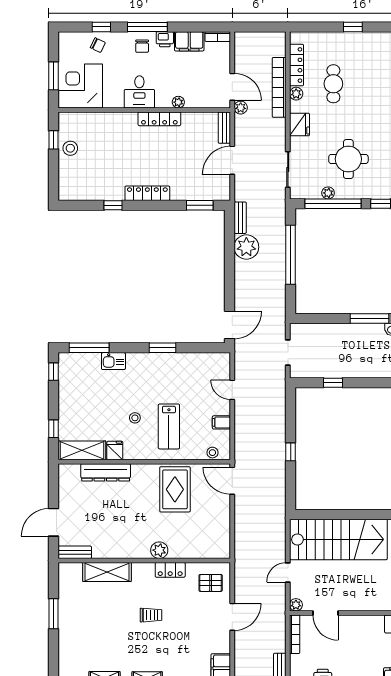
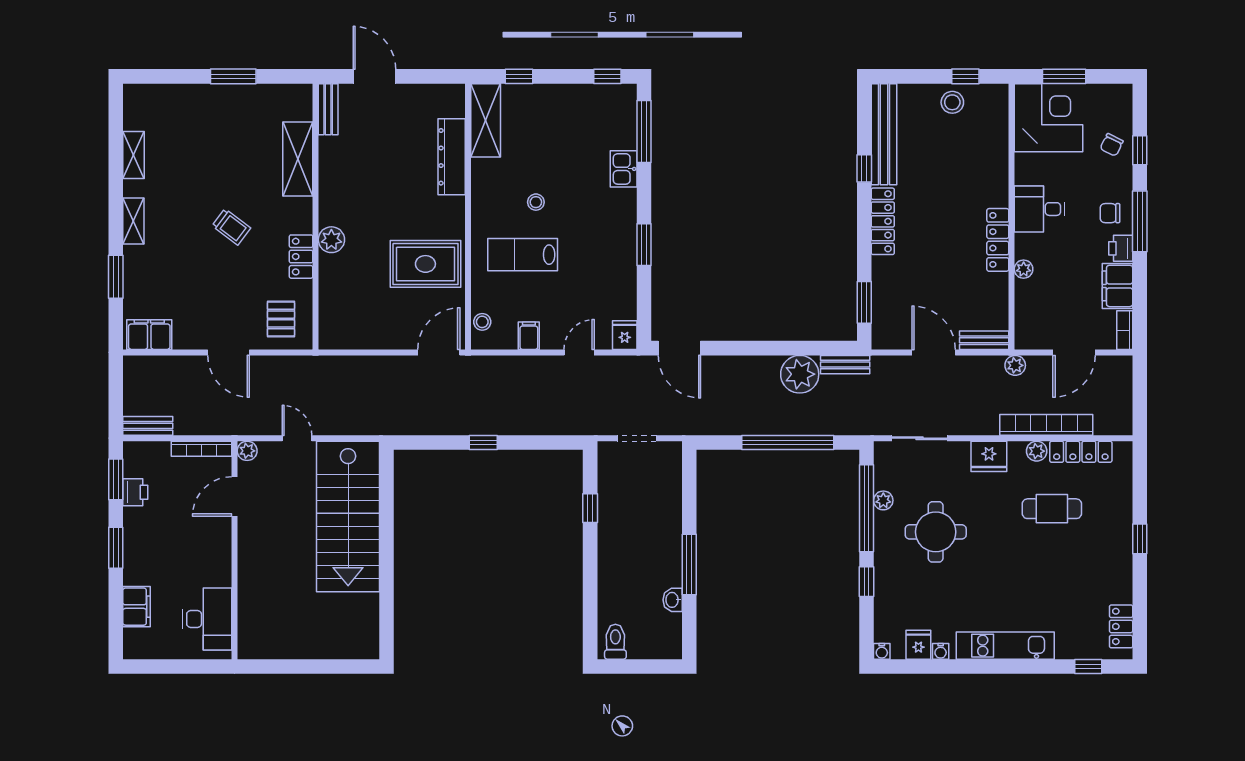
door: (232, 87) -> (1074, 352), moved
bench: (91, 192) -> (884, 134), added
fridge: (115, 450) -> (625, 335), moved, turned -90
trolley: (151, 615) -> (231, 227), turned -53

